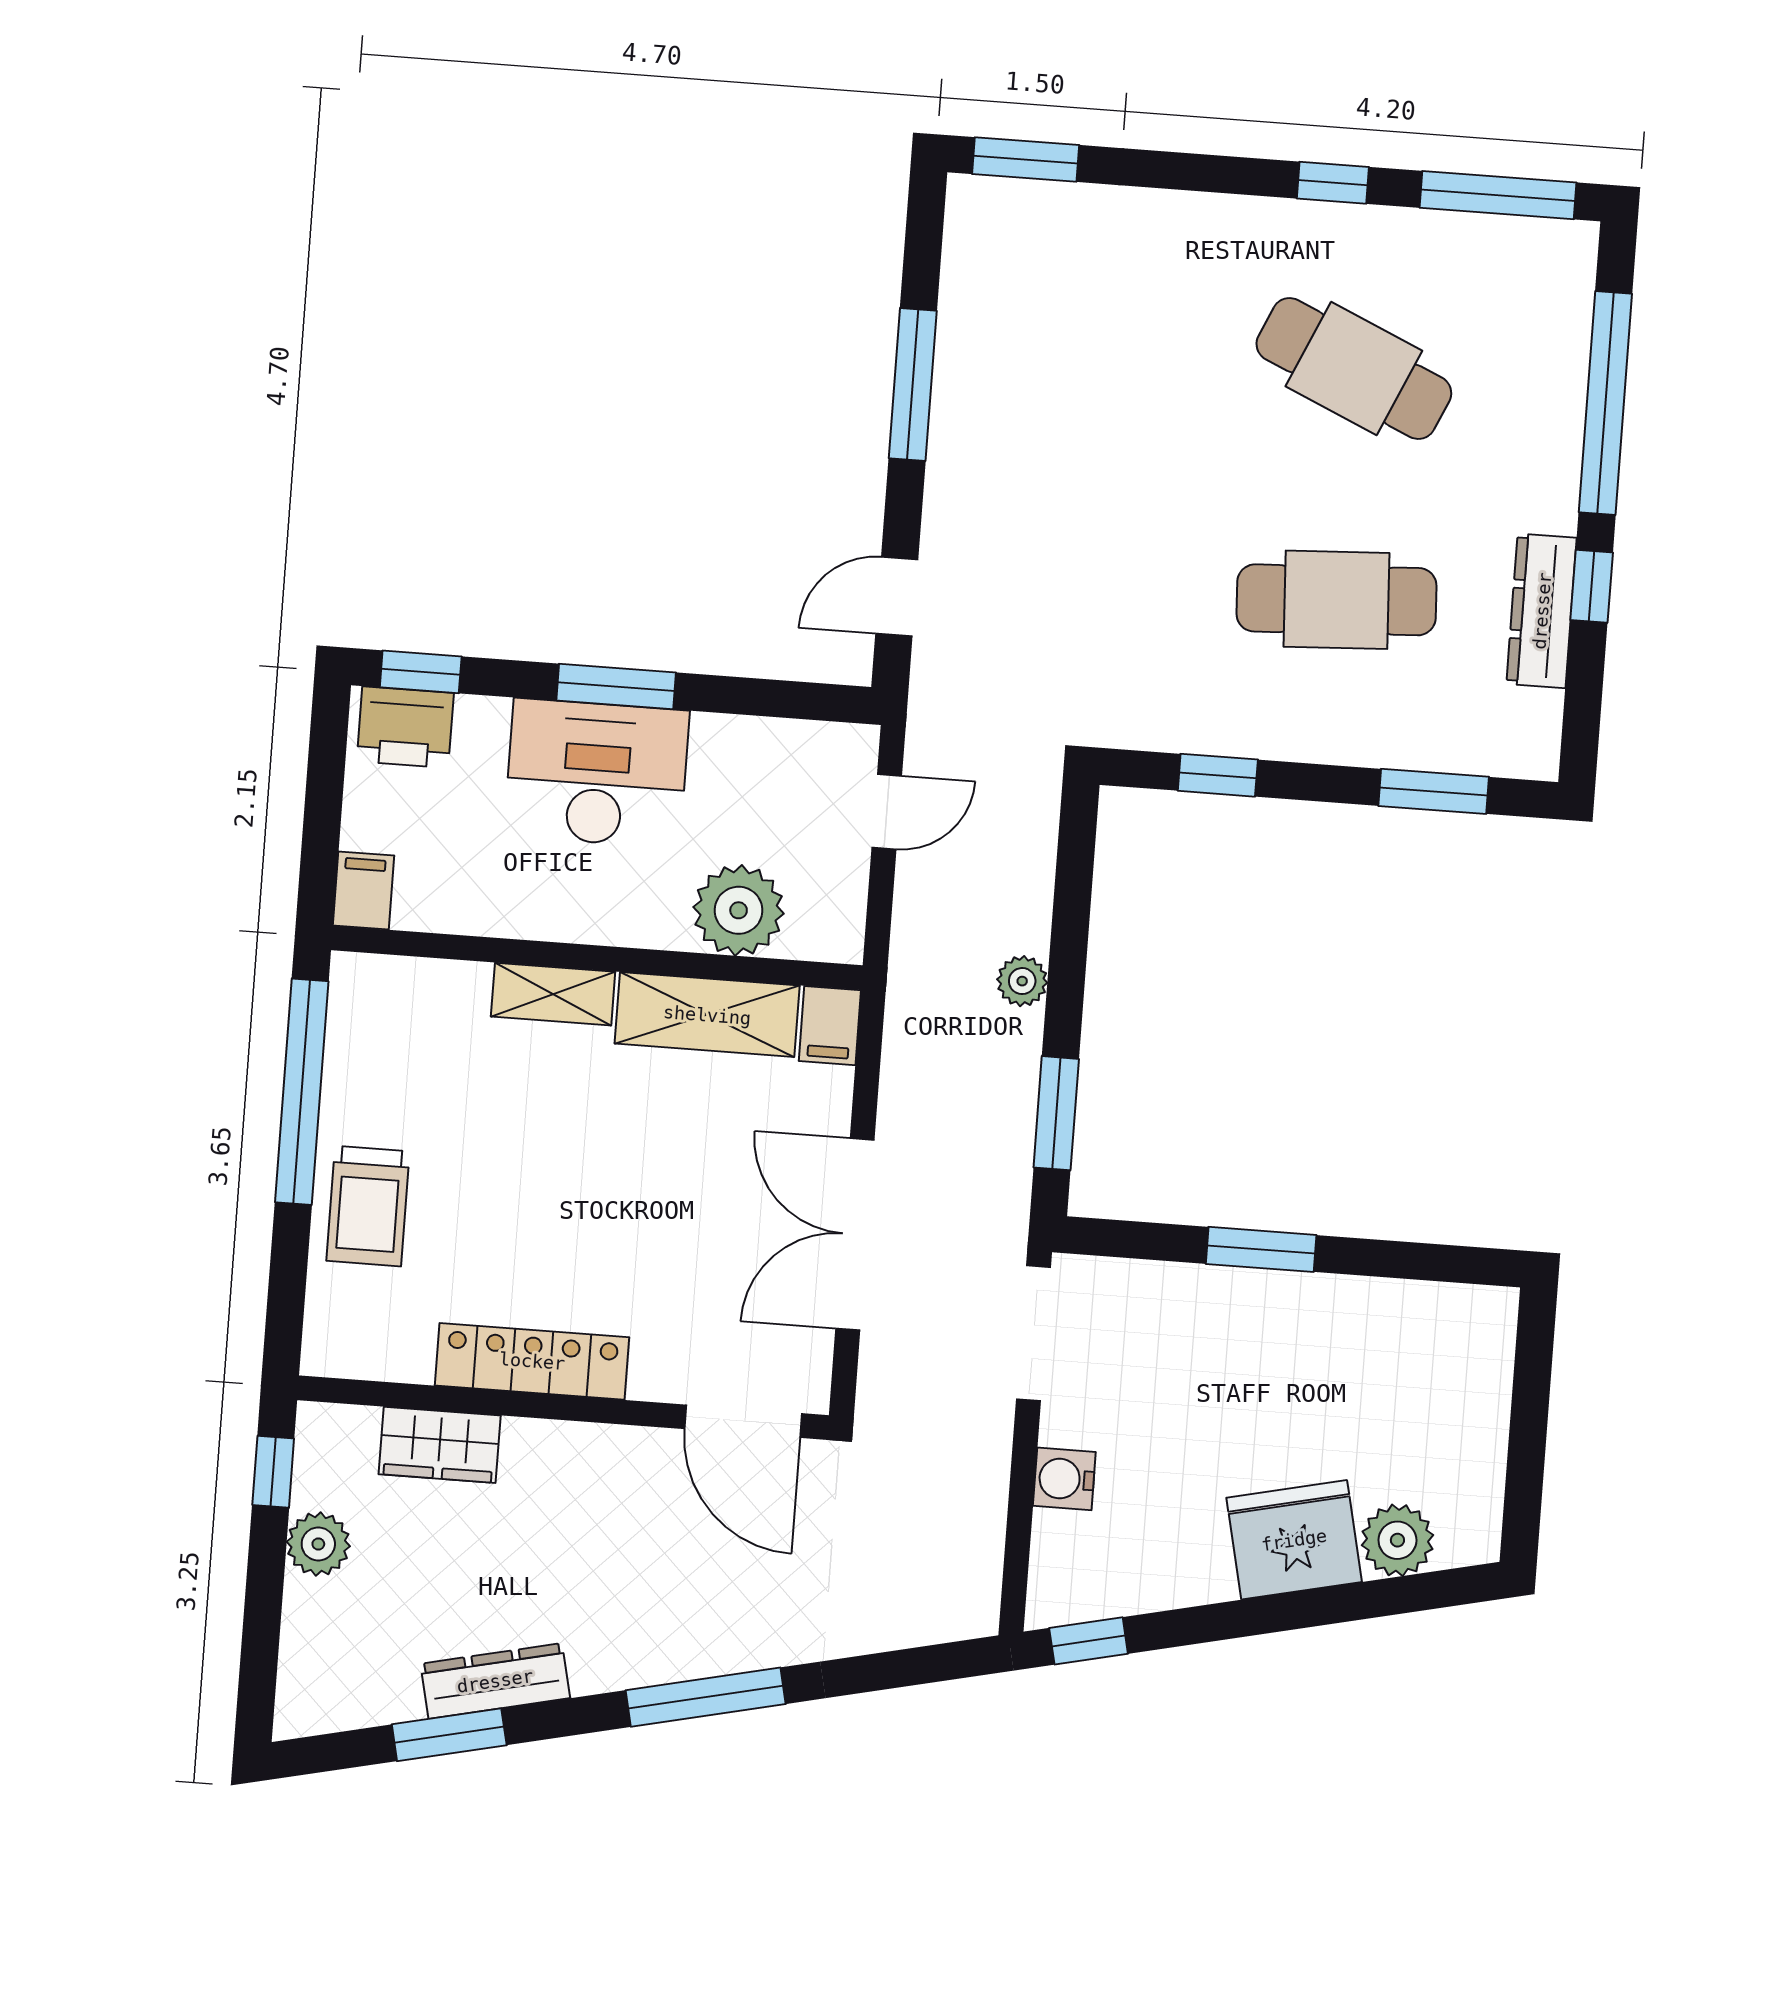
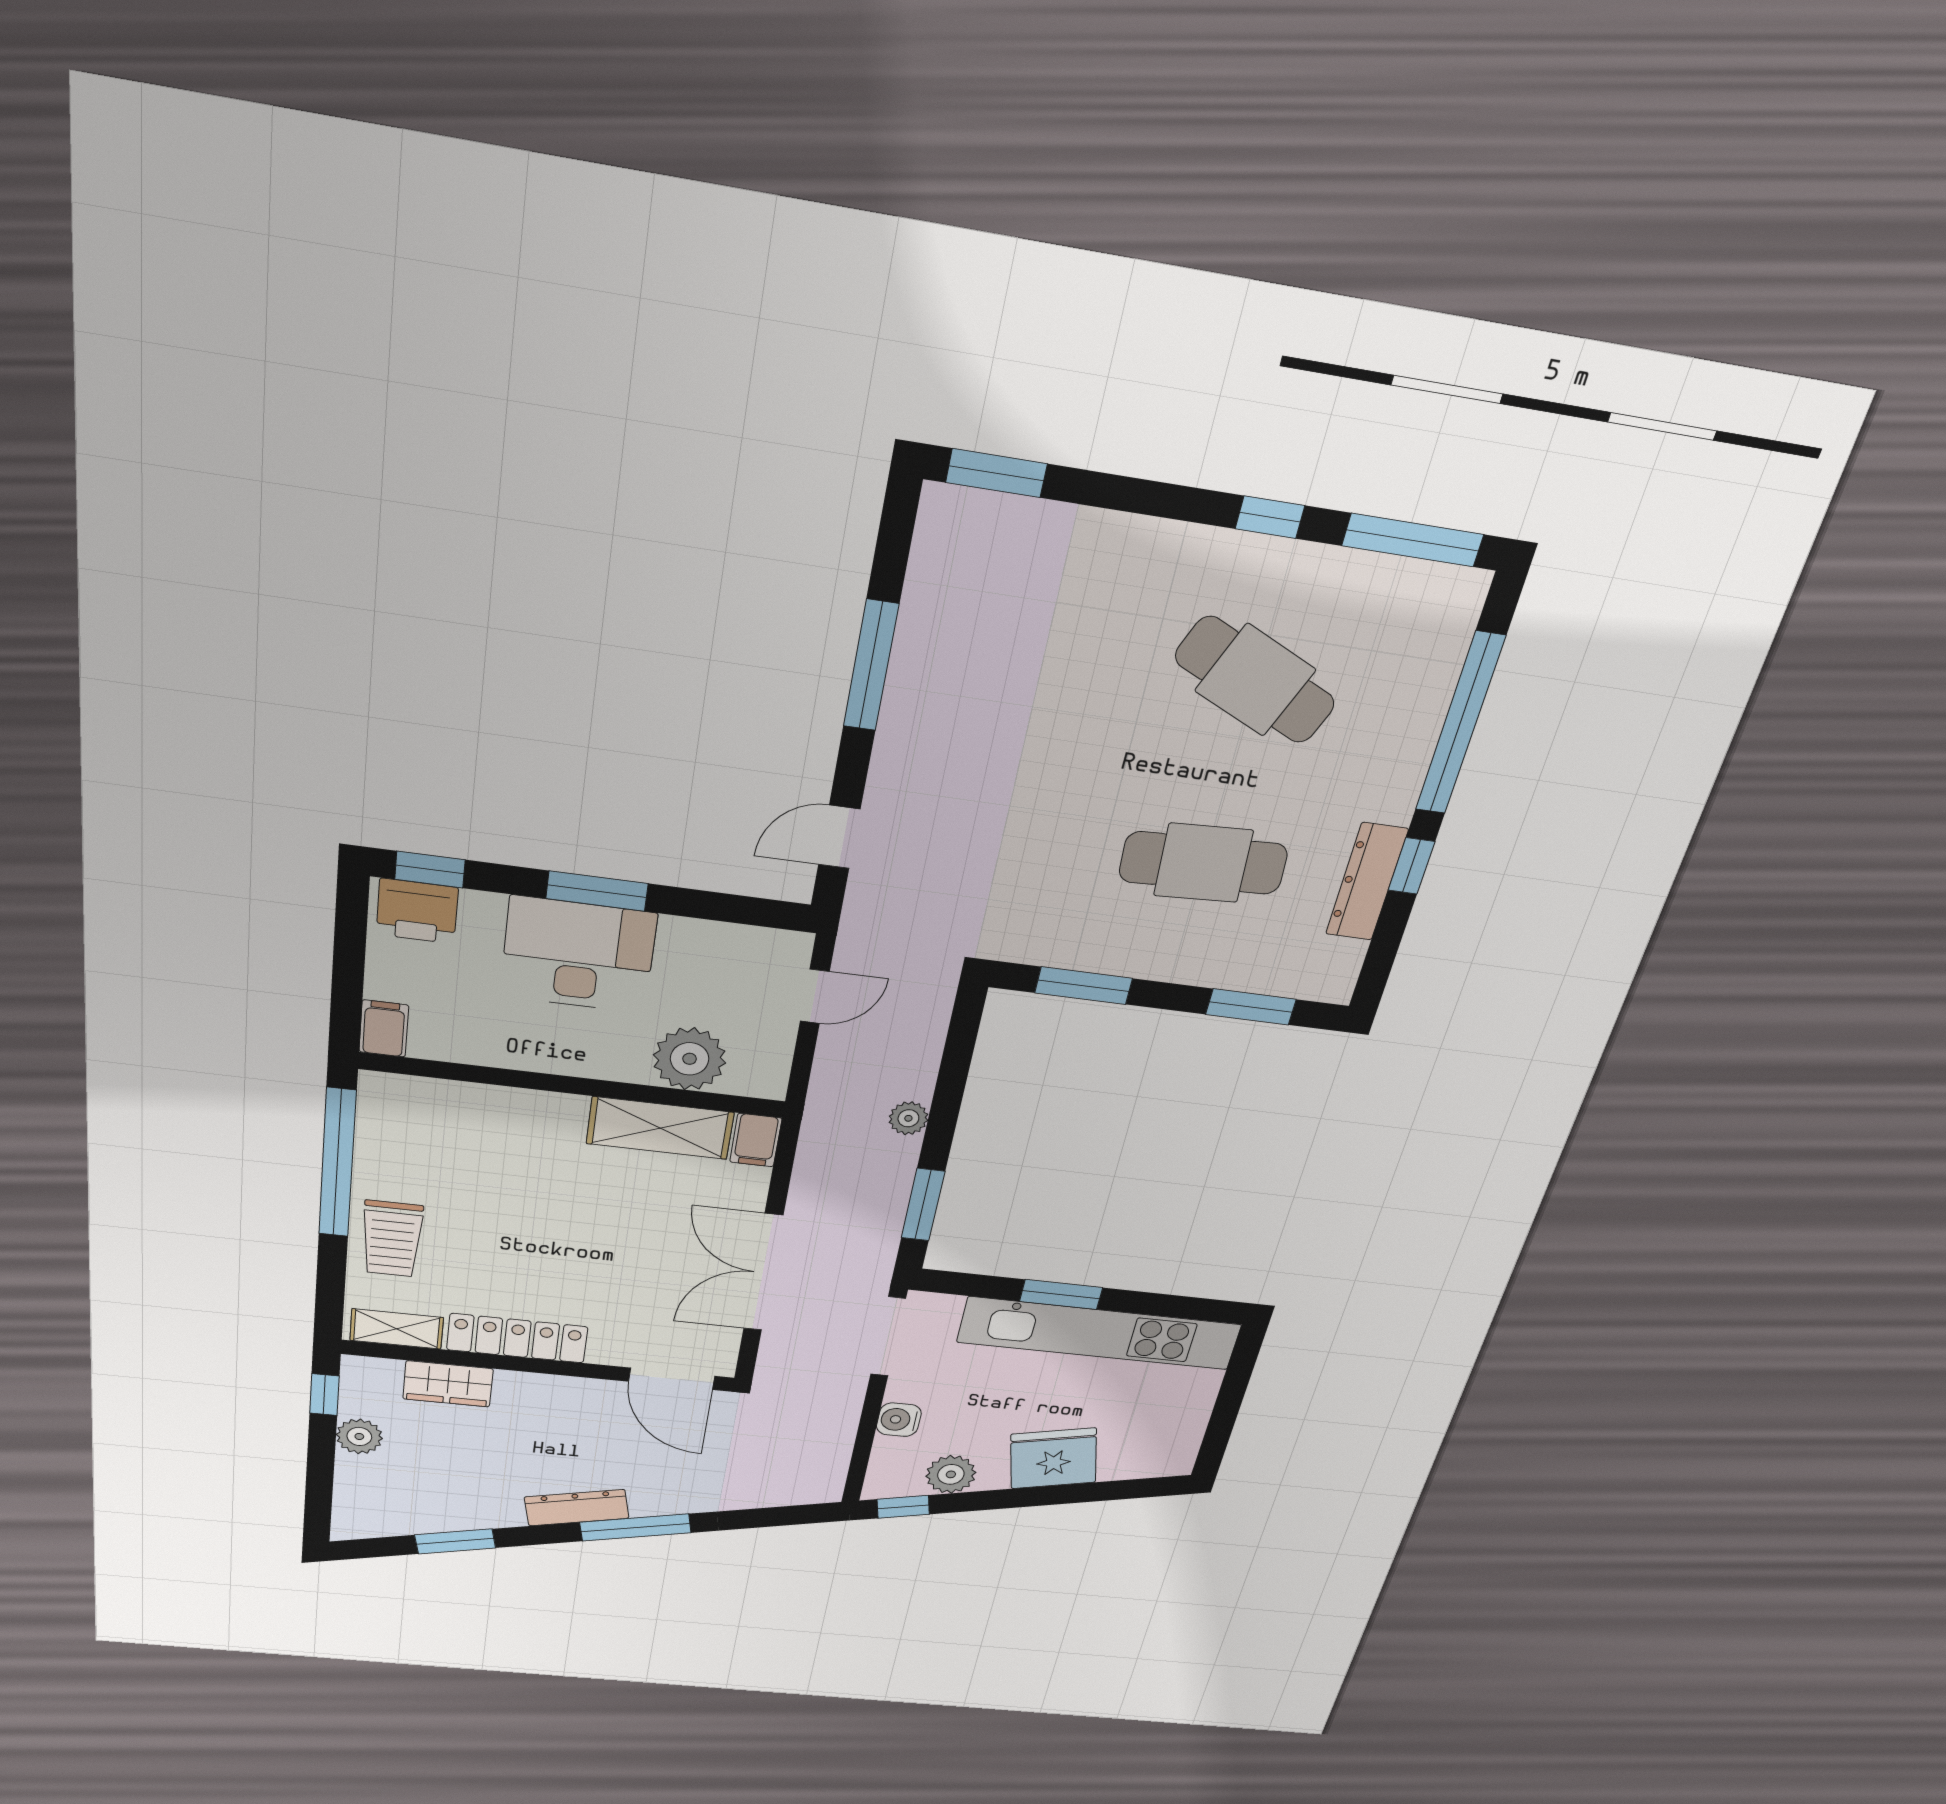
window: (1218, 775) -> (1084, 986), width x1.50
shelving: (553, 994) -> (397, 1329), moved
kitchen unit: (1324, 1313) -> (1099, 1333), added
plant: (1397, 1540) -> (951, 1474), moved
dresser: (495, 1681) -> (577, 1508), moved

